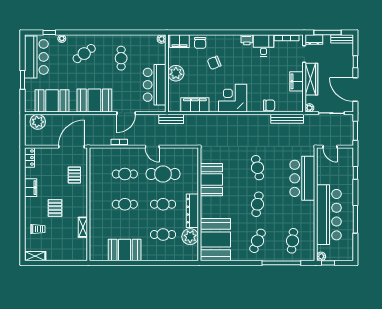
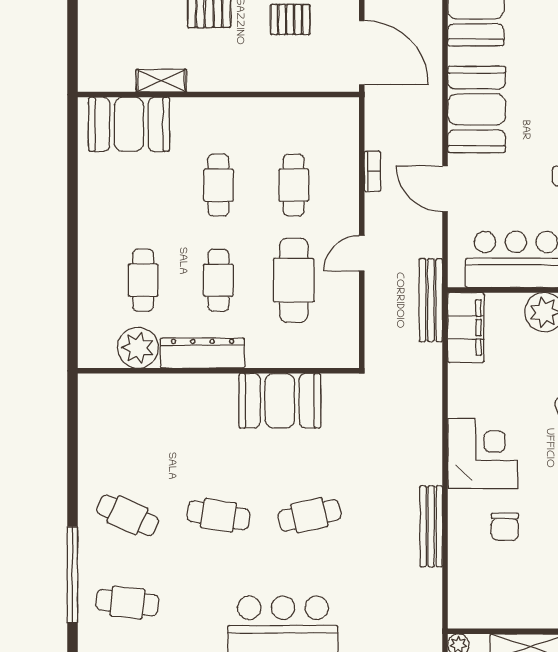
filing cabinet: (297, 81) -> (524, 612), removed
filing cabinet: (195, 105) -> (466, 328), moved
chair: (269, 105) -> (505, 527), moved
bench: (171, 119) -> (431, 300), width x1.36
bench: (287, 119) -> (431, 526), moved
pallet: (74, 175) -> (290, 20), moved
booth: (215, 240) -> (131, 410), removed
booth: (125, 250) -> (129, 124), moved, turned 90

